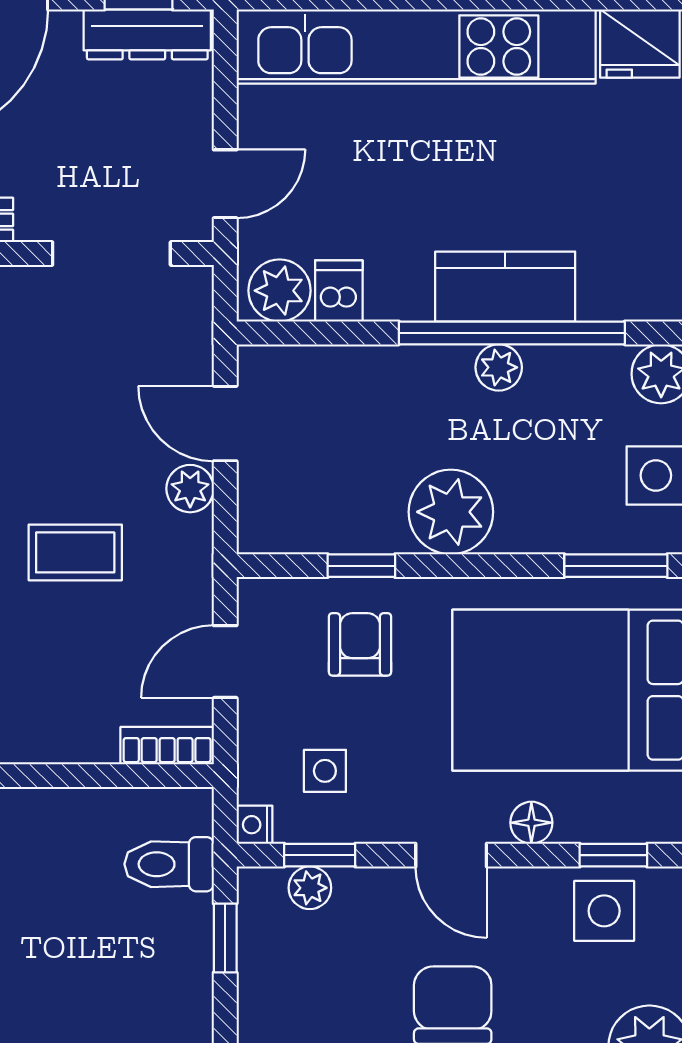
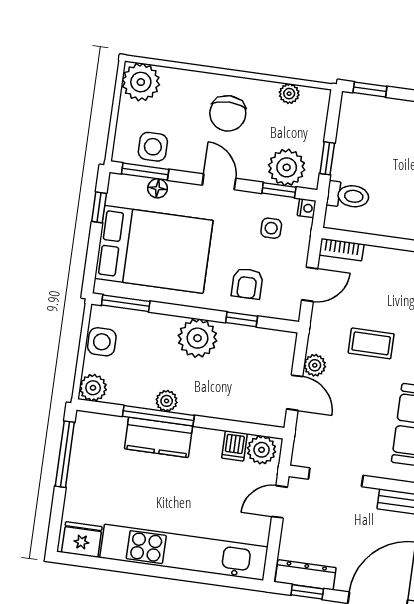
window: (512, 333) -> (158, 416), width x0.68
floor lamp: (531, 823) -> (158, 188), moved
window: (613, 855) -> (145, 172), width x1.50
plant: (310, 888) -> (287, 167), width x1.88, depth x1.88

